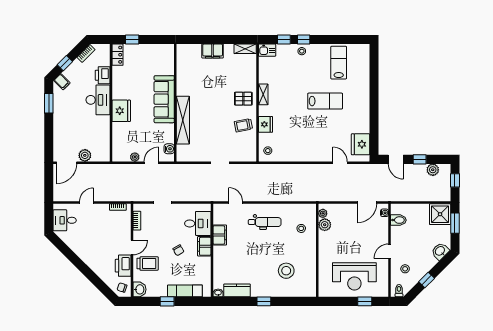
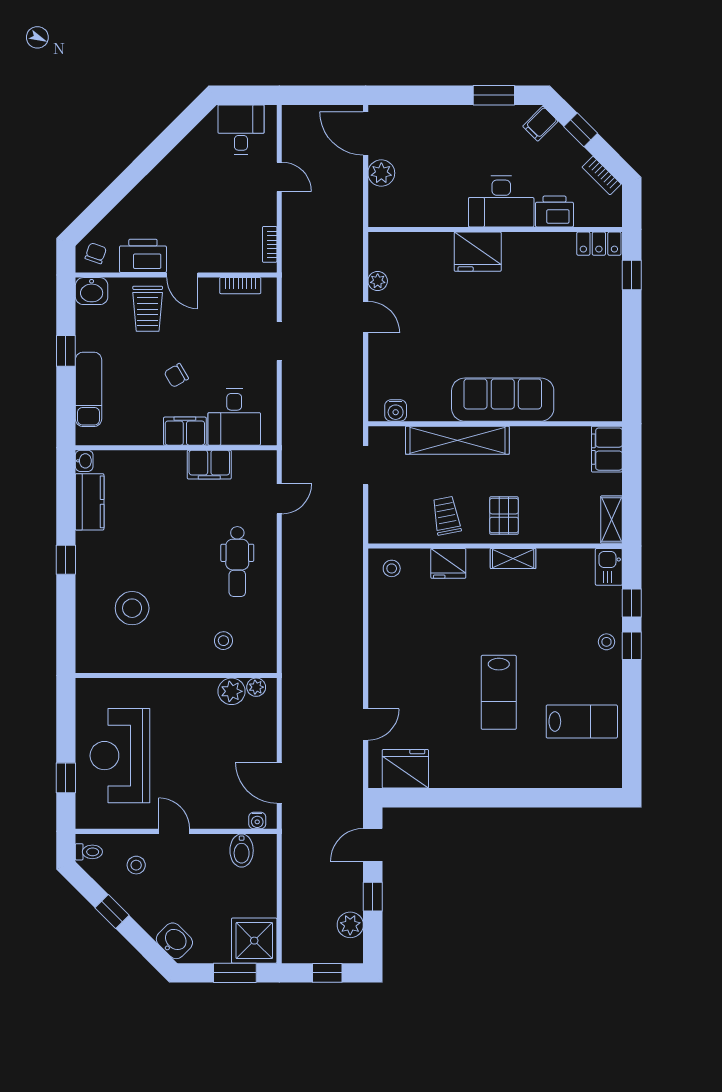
sofa: (164, 99) -> (503, 400), moved
wall: (175, 103) -> (495, 424), moved
shelving: (183, 120) -> (457, 440), moved
water cooler: (169, 149) -> (396, 410), moved

